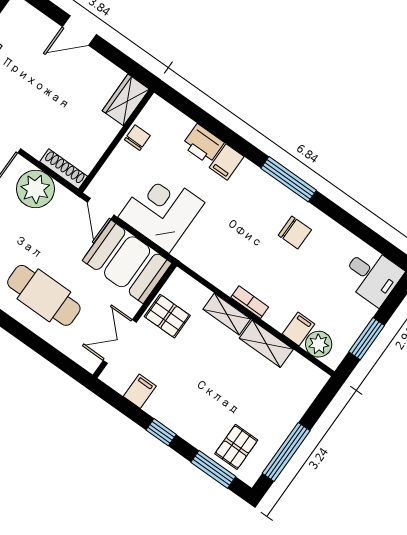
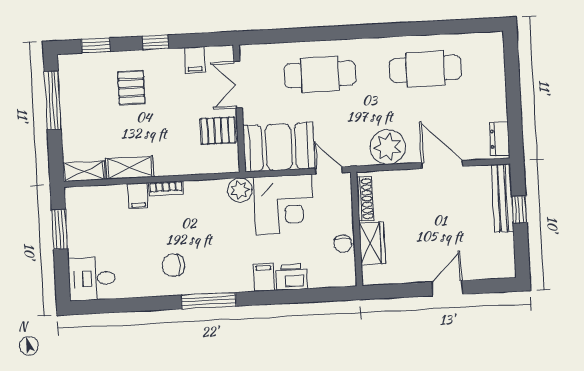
wardrobe: (126, 100) -> (372, 243), moved
shoe rack: (64, 169) -> (365, 199), moved, turned -90
shelving: (227, 314) -> (84, 171), moved
filing cabinet: (298, 329) -> (138, 196), moved
double door: (120, 341) -> (238, 85), swing flipped
plant: (319, 344) -> (240, 190), moved
pallet: (236, 447) -> (131, 88), moved
window: (213, 469) -> (96, 45), width x0.67

